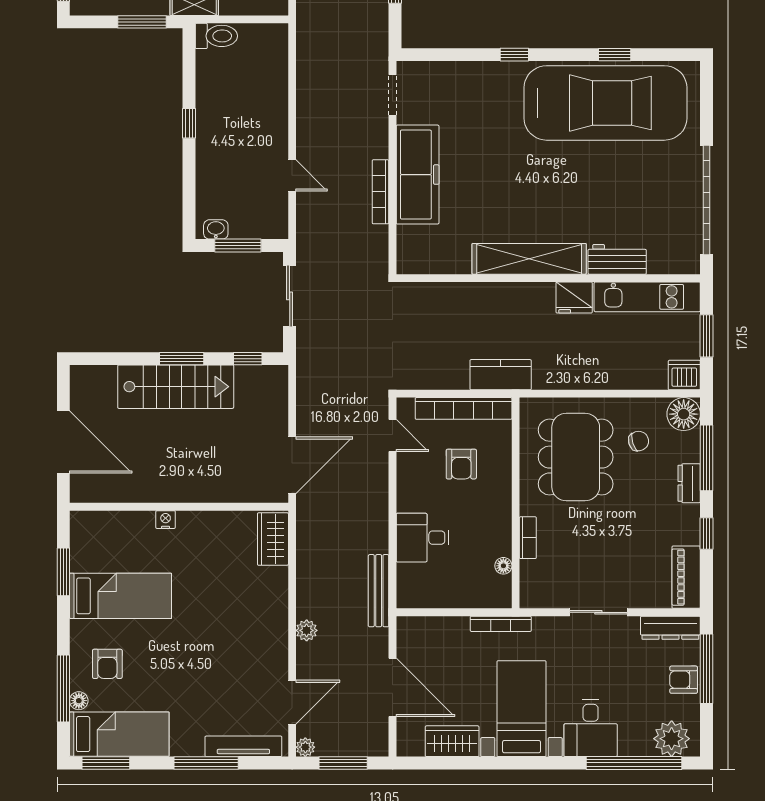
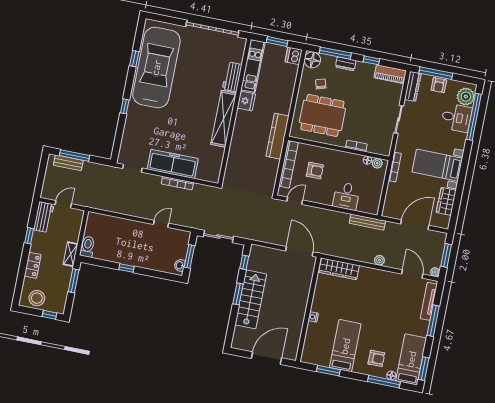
kitchen counter: (501, 375) -> (277, 136), width x1.50
wardrobe: (273, 539) -> (339, 269), width x1.50
plant: (501, 587) -> (377, 163), added
desk: (591, 728) -> (456, 118), moved

